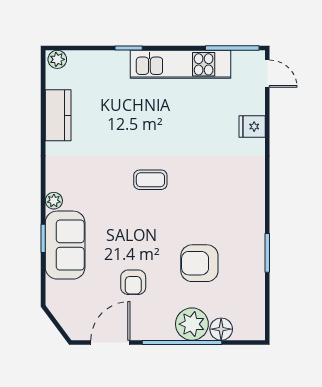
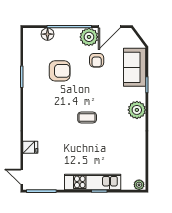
kitchen unit: (181, 64) -> (93, 182), moved
kitchen counter: (58, 115) -> (139, 153), removed
plant: (54, 201) -> (137, 110), width x1.88, depth x1.88
sofa: (65, 245) -> (135, 67), moved
armchair: (133, 282) -> (97, 60), turned 180
plant: (192, 324) -> (89, 37), moved

